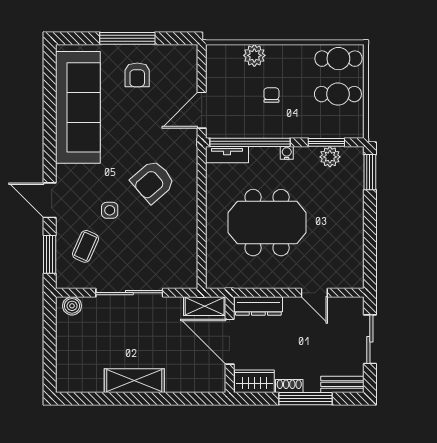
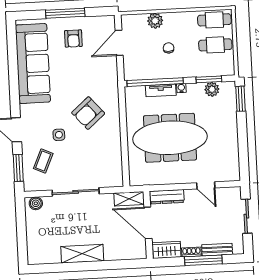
door: (202, 110) -> (119, 43), moved
tv unit: (227, 155) -> (161, 90), moved
meeting table: (267, 223) -> (170, 138), width x1.36
bench: (342, 384) -> (217, 250), moved

